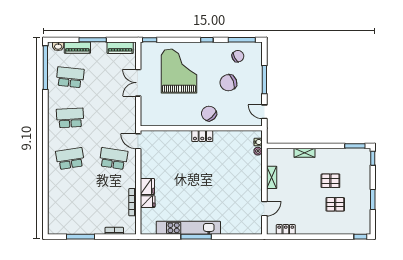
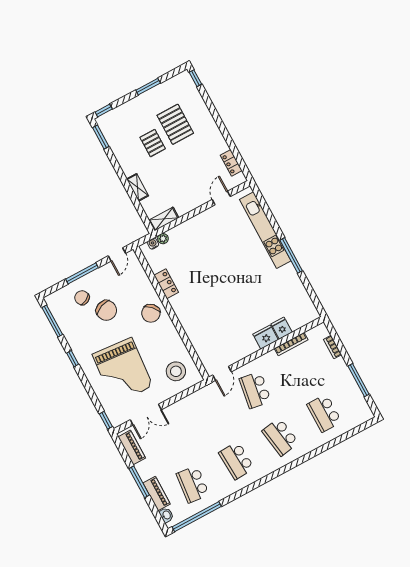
chair: (238, 56) -> (82, 298), moved
grand piano: (179, 71) -> (123, 370), turned -85
double door: (138, 83) -> (146, 415), moved
stool: (158, 109) -> (176, 371), added
locker: (202, 136) -> (166, 284), moved
shelving: (272, 177) -> (164, 219), moved
school desk: (70, 199) -> (324, 413), added
pallet: (335, 204) -> (175, 124), width x1.50, depth x1.42
door: (264, 209) -> (221, 198), hinge flipped
kitchen unit: (188, 228) -> (265, 230), moved

